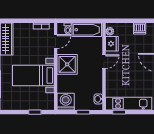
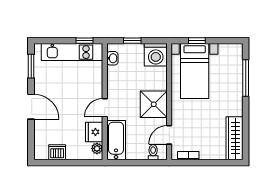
bathtub: (87, 30) -> (116, 140), moved, turned 90
bed with nightstands: (33, 75) -> (195, 71), moved, turned 90

